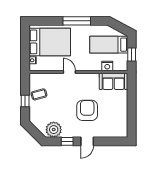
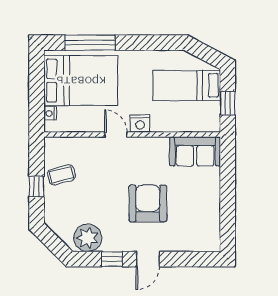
window: (77, 21) -> (90, 43), moved
nightstand: (107, 66) -> (140, 124), moved

